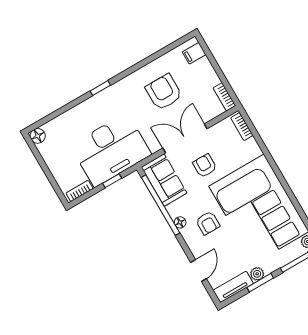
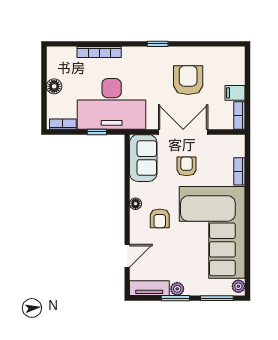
filing cabinet: (194, 53) -> (235, 93), moved
window: (100, 88) -> (158, 44), moved
bookcase: (75, 112) -> (99, 52), added
bookcase: (242, 127) -> (239, 171), moved
floor lamp: (38, 136) -> (54, 86), moved
window: (160, 205) -> (127, 178), removed

